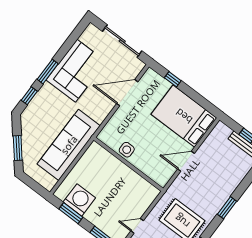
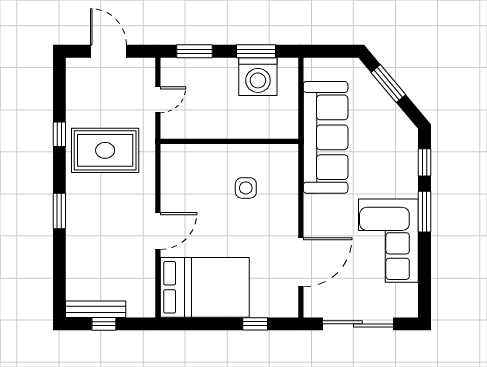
wall: (128, 164) -> (229, 141), moved

